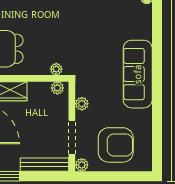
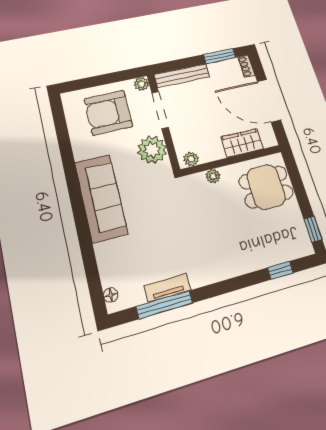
plant: (56, 69) -> (213, 176), moved
plant: (82, 104) -> (152, 150), width x1.88, depth x1.88

